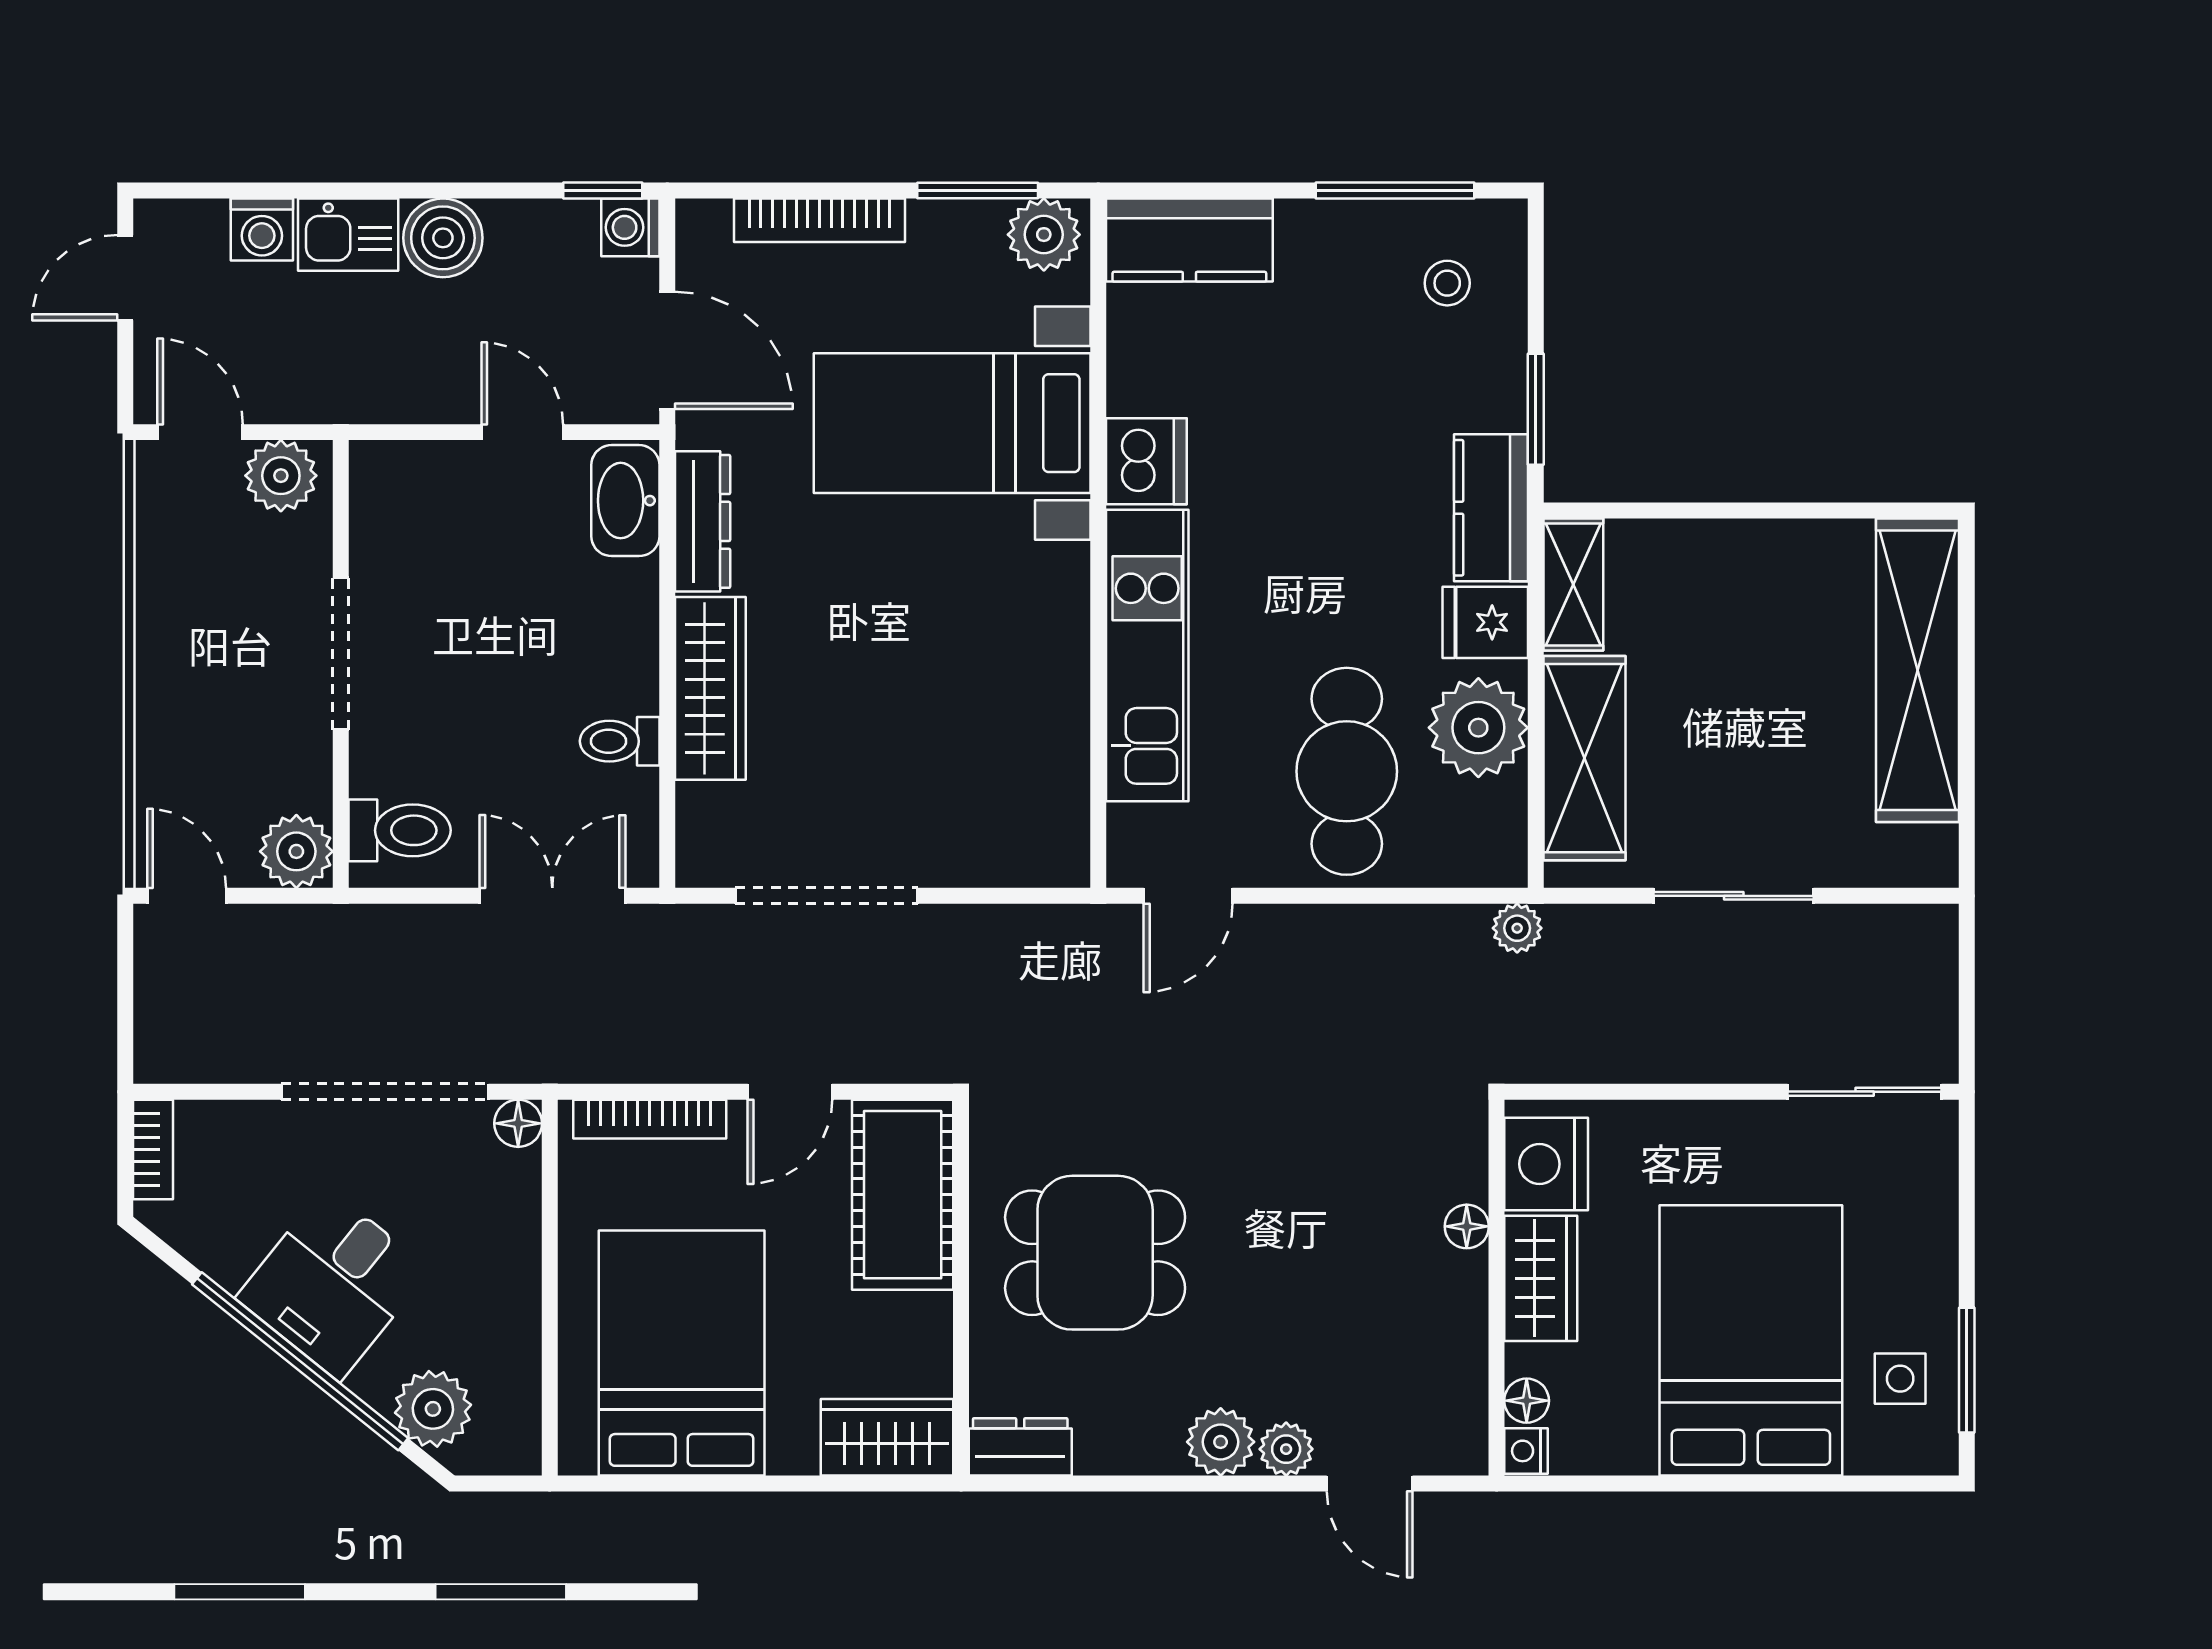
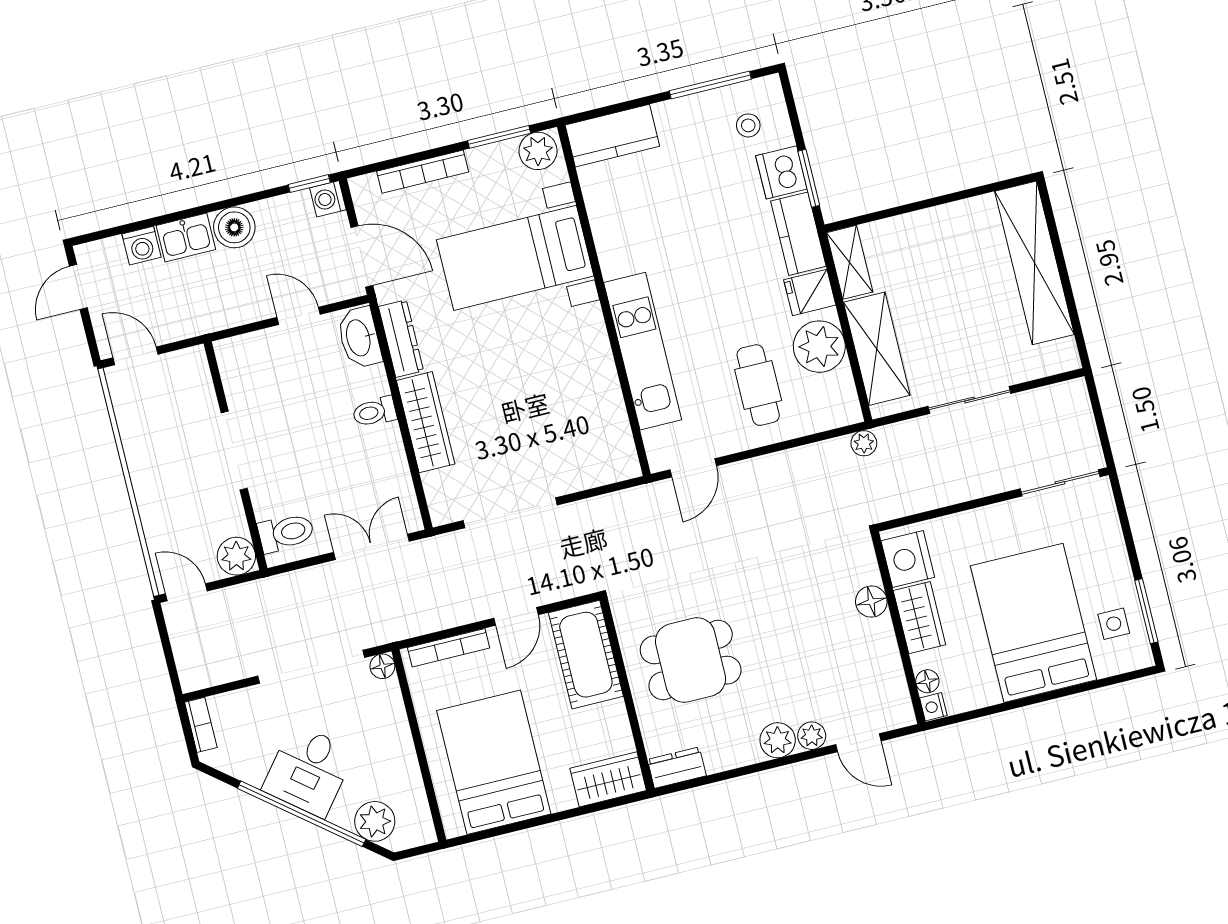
dishwasher: (1146, 461) -> (781, 172), moved, turned 180
plant: (281, 476) -> (182, 368), removed
toilet: (620, 741) -> (374, 412), moved
cafe table: (1347, 771) -> (758, 385), width x0.73, depth x0.74
floor lamp: (1467, 1226) -> (871, 602), width x1.37, depth x1.37

